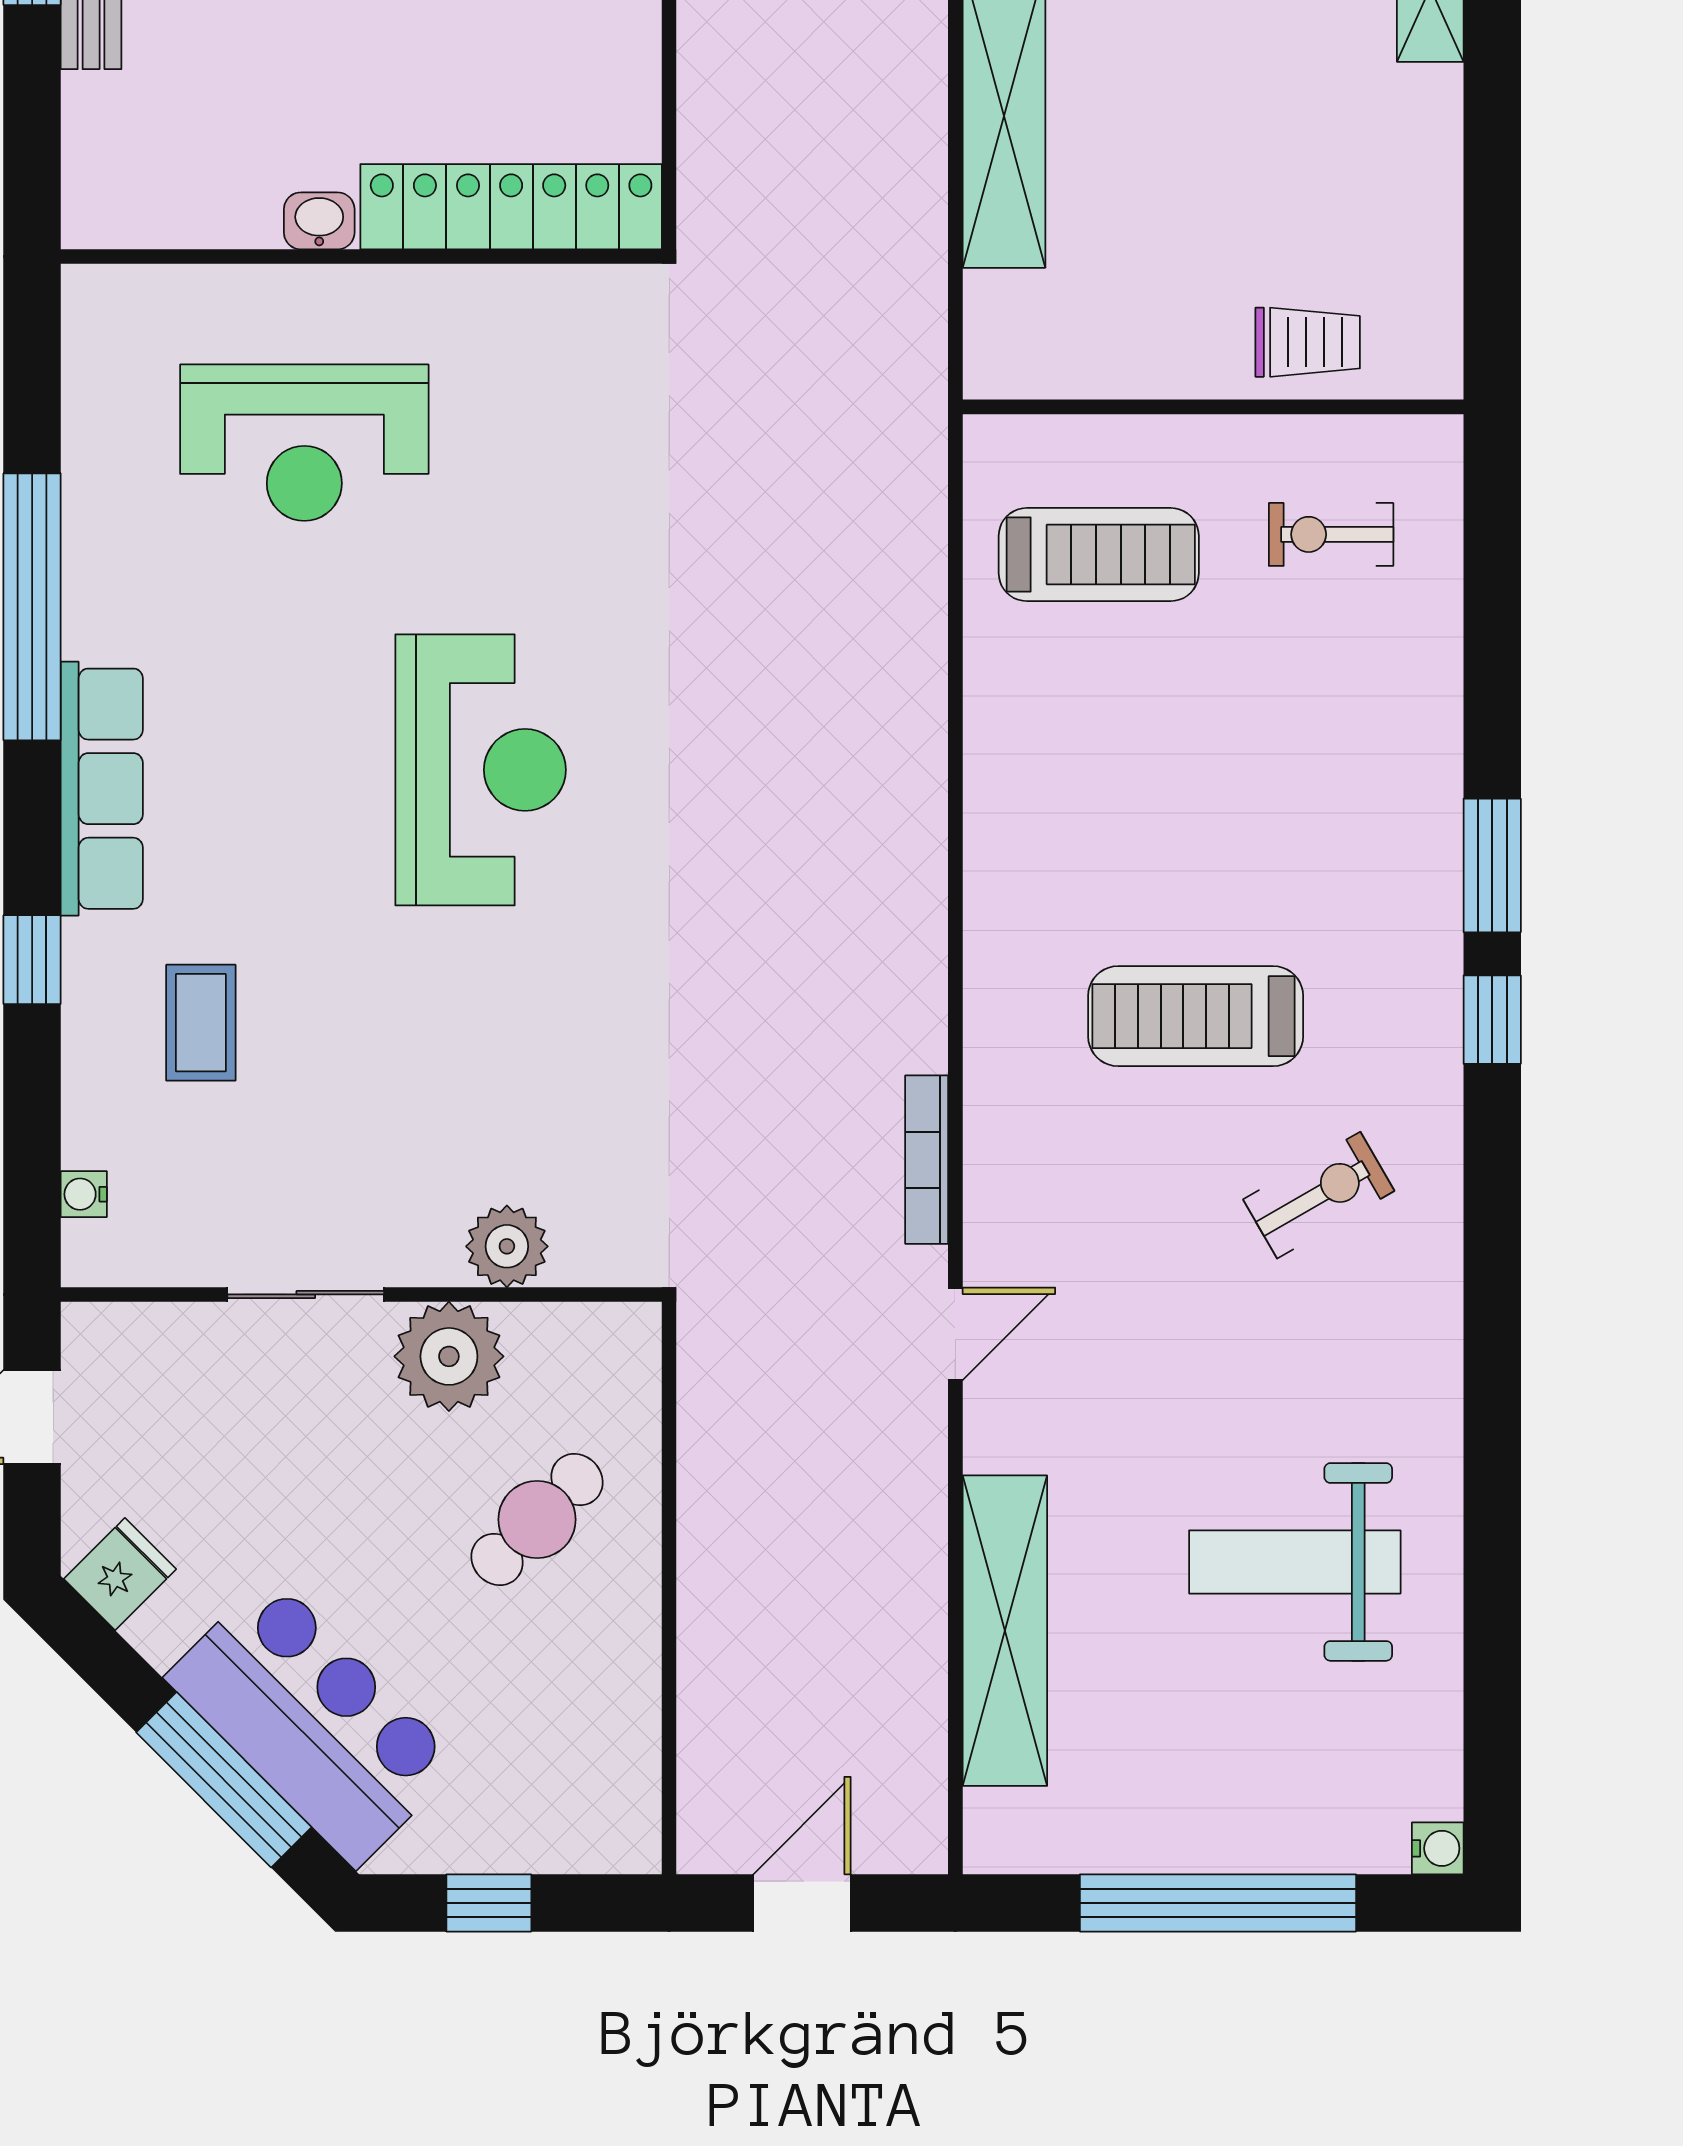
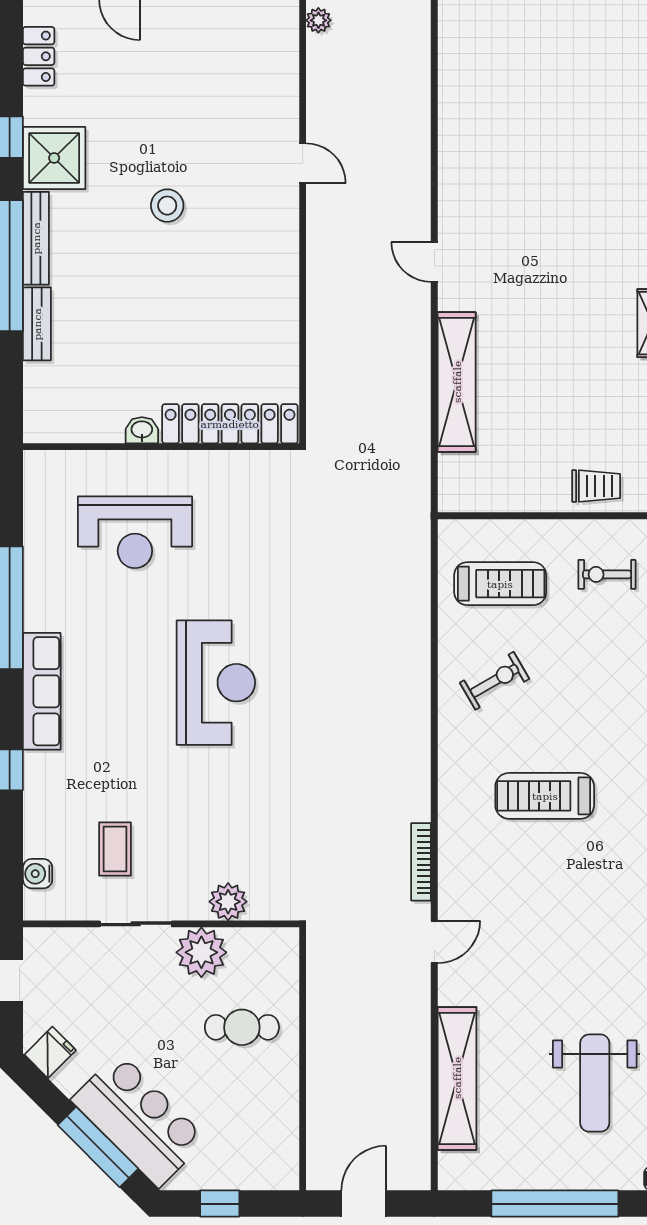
coffee table: (201, 1023) -> (115, 849), moved
water cooler: (84, 1194) -> (38, 874), width x1.38, depth x1.38
exercise bike: (1319, 1195) -> (495, 681), moved
cafe table: (537, 1520) -> (242, 1027), turned 45
weight bench: (1295, 1562) -> (595, 1083), moved, turned -90

